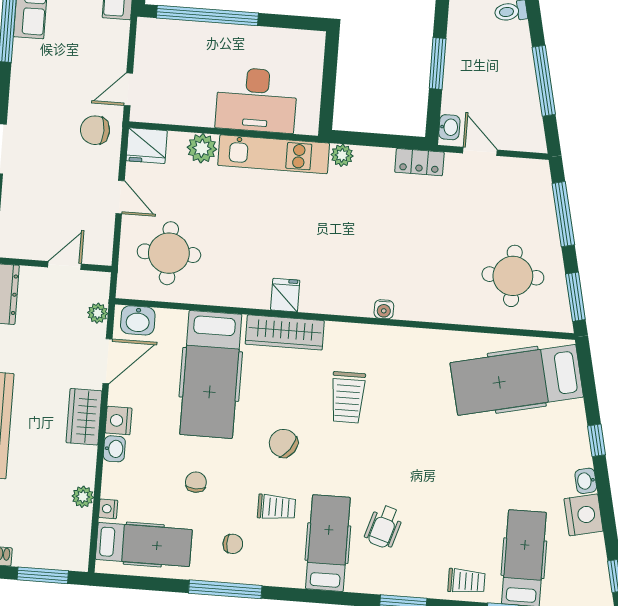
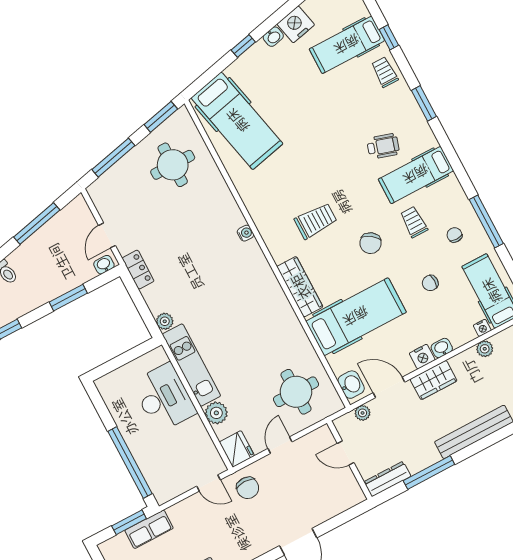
fridge: (285, 295) -> (276, 301), removed

